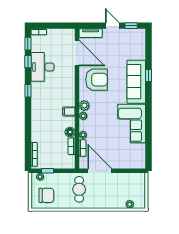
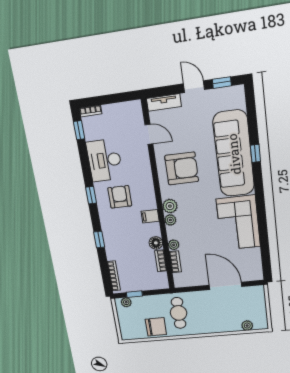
door: (77, 53) -> (149, 134), width x0.53
window: (28, 62) -> (99, 240), moved
sofa: (136, 82) -> (234, 154), width x1.36, depth x1.27
armchair: (49, 95) -> (120, 197), added
door: (100, 171) -> (226, 286), moved
chair: (46, 195) -> (156, 327), moved

